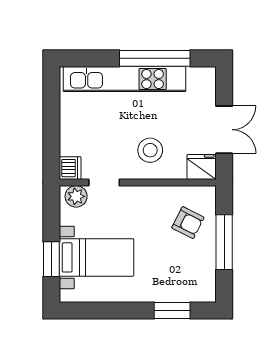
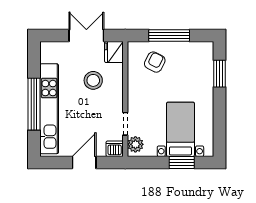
window: (155, 58) -> (34, 104), moved
door: (51, 126) -> (84, 163), added
stool: (150, 150) -> (93, 80), moved

